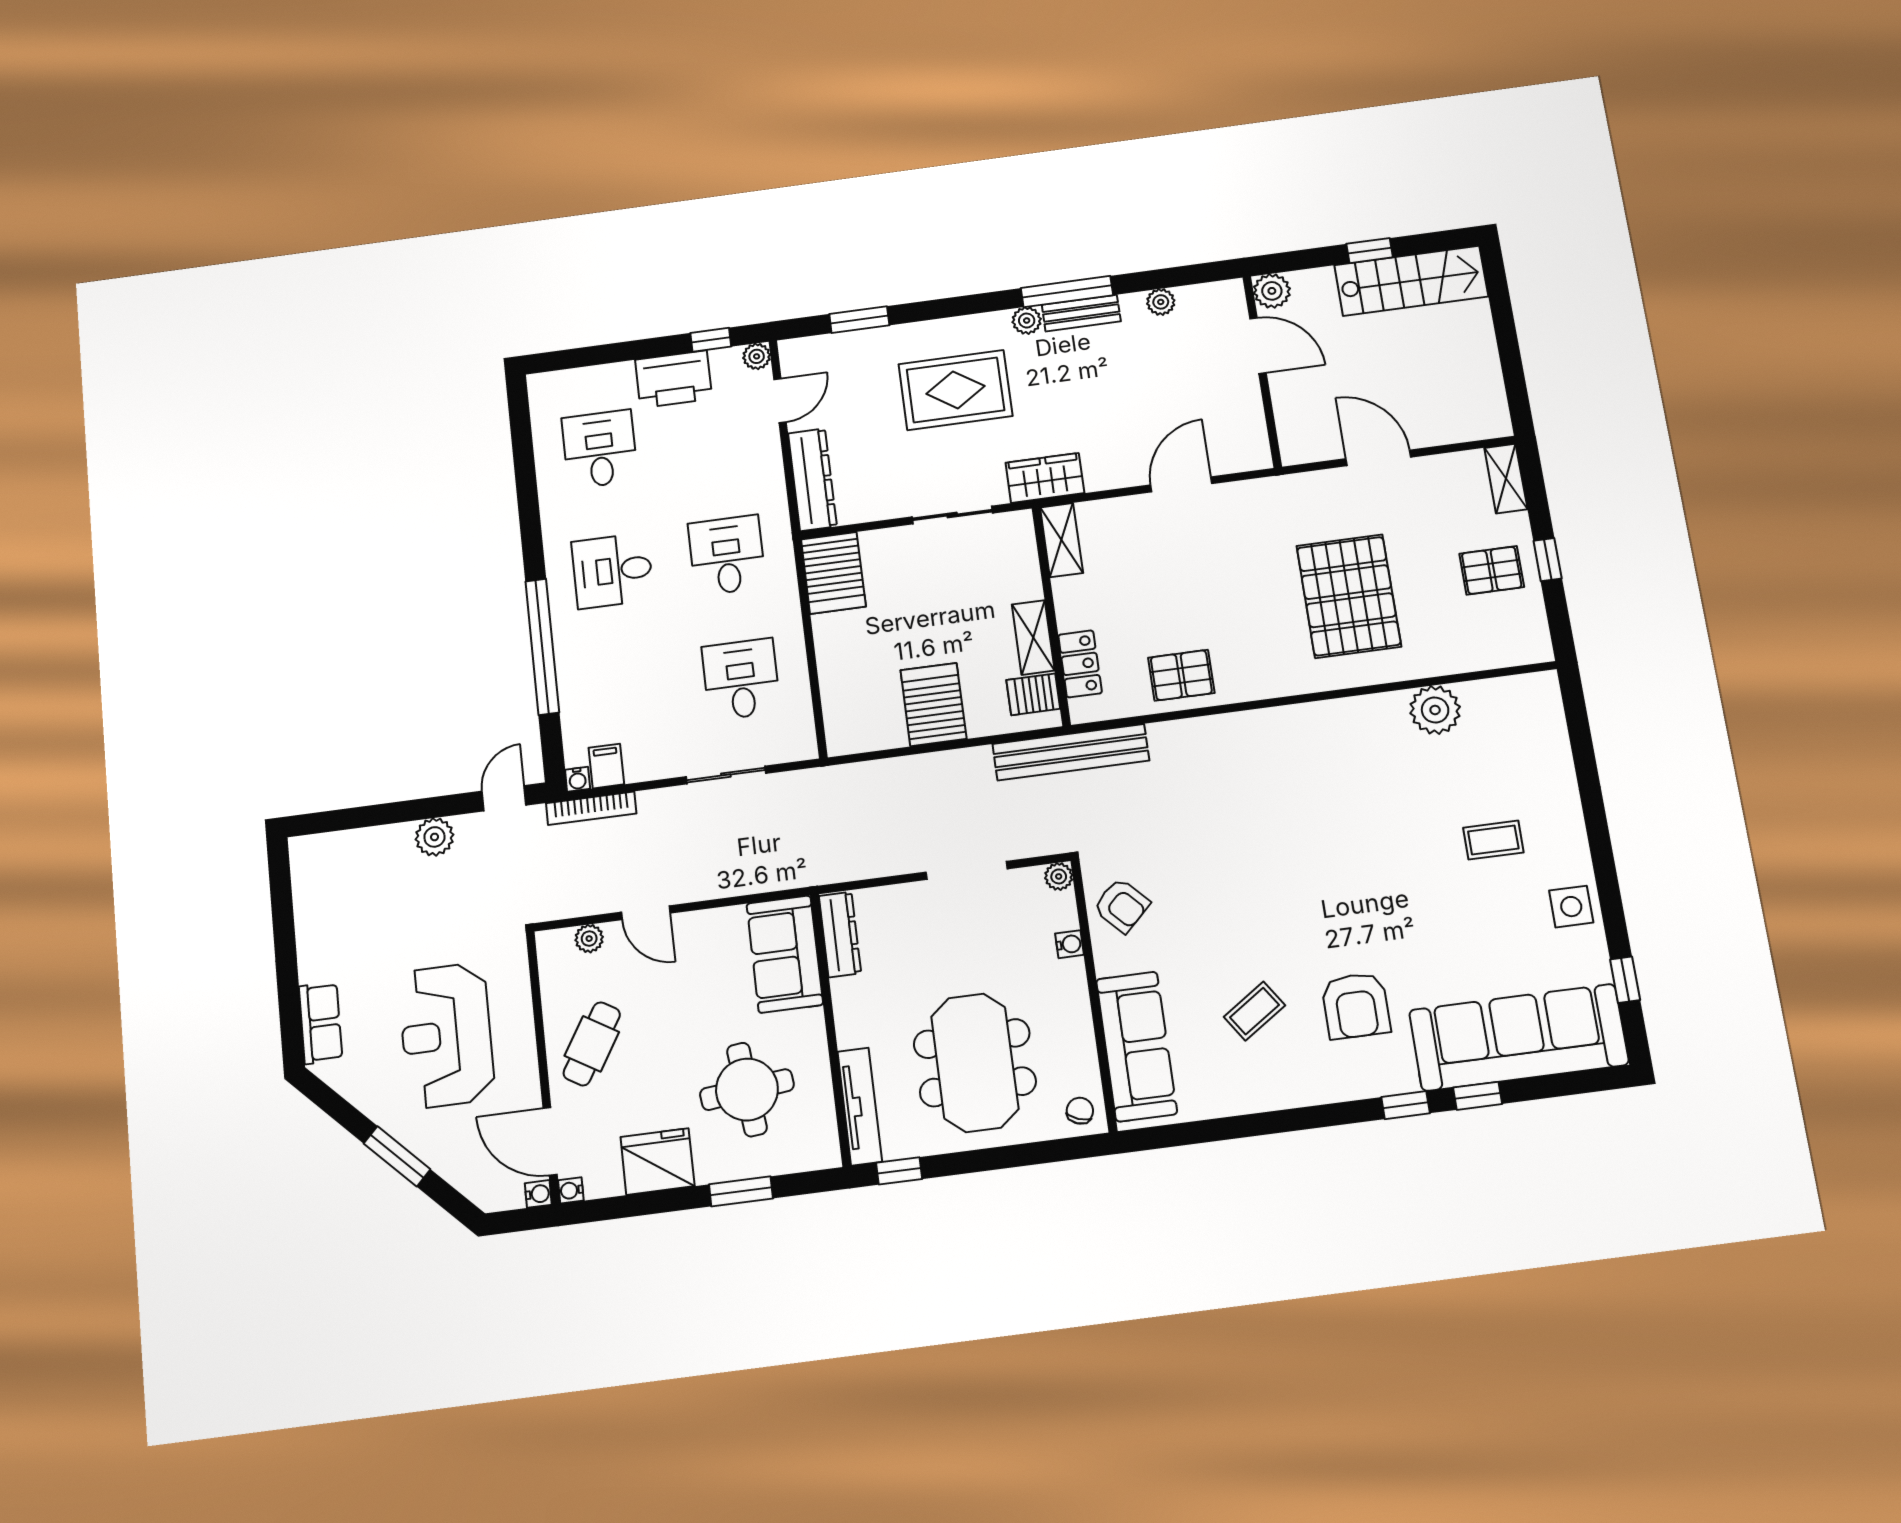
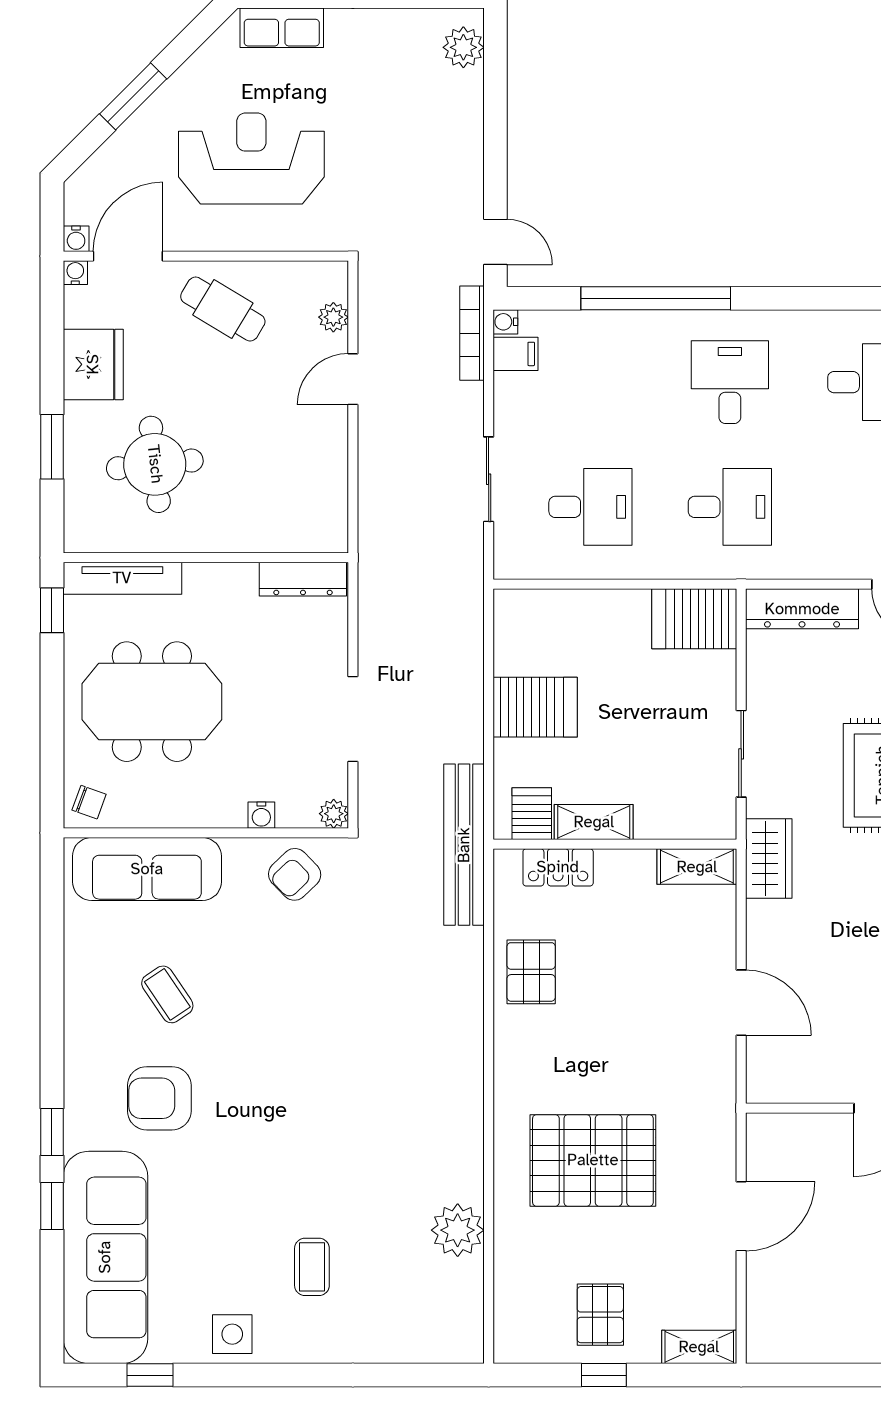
plant: (435, 837) -> (463, 47), moved
sofa: (785, 954) -> (290, 519), removed

